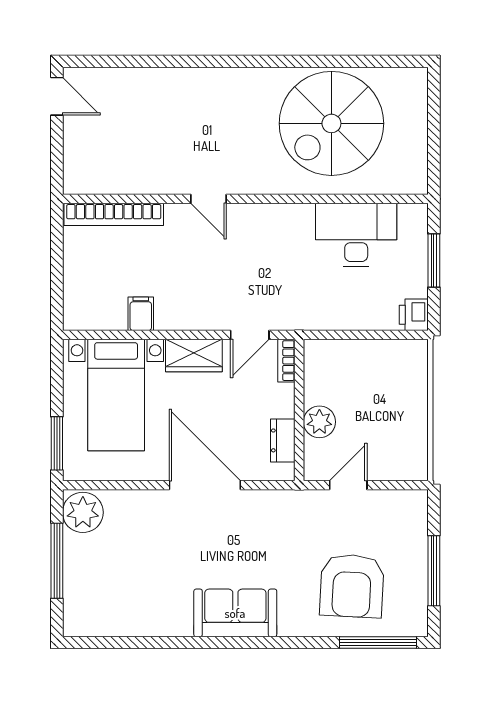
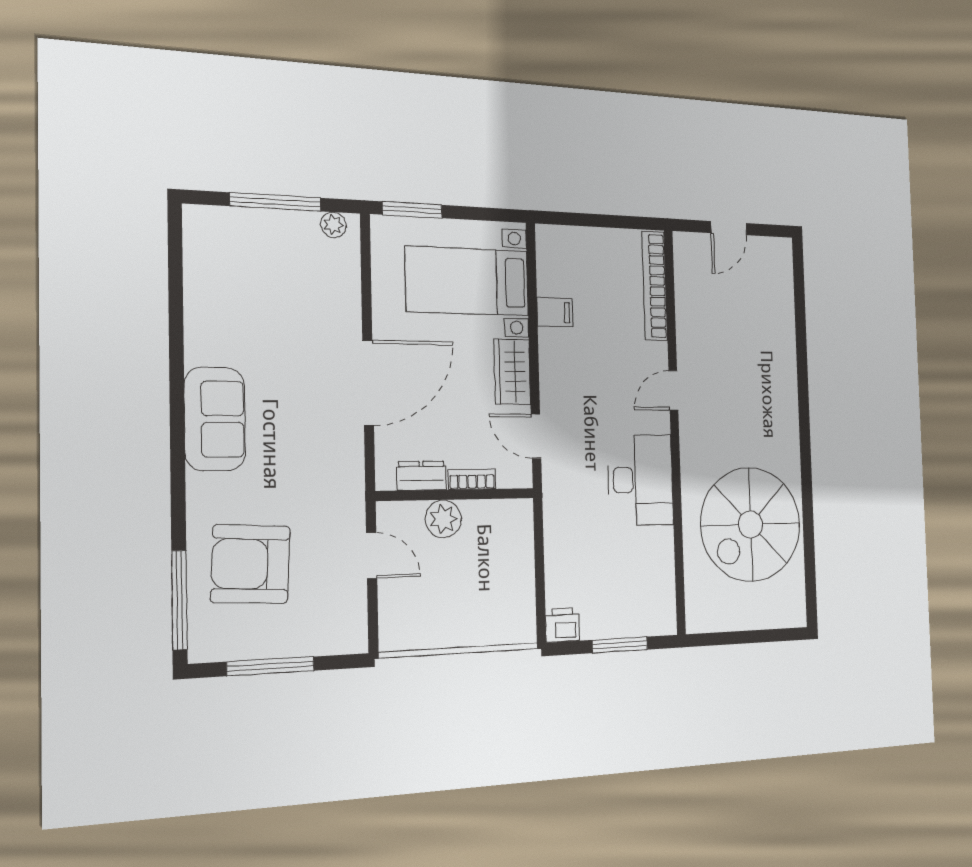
door: (57, 96) -> (729, 228), moved
spiral stairs: (331, 123) -> (751, 524), turned -90
desk: (356, 235) -> (641, 480), moved
bookcase: (286, 361) -> (472, 479), moved
plant: (83, 512) -> (333, 225), width x0.53, depth x0.53

